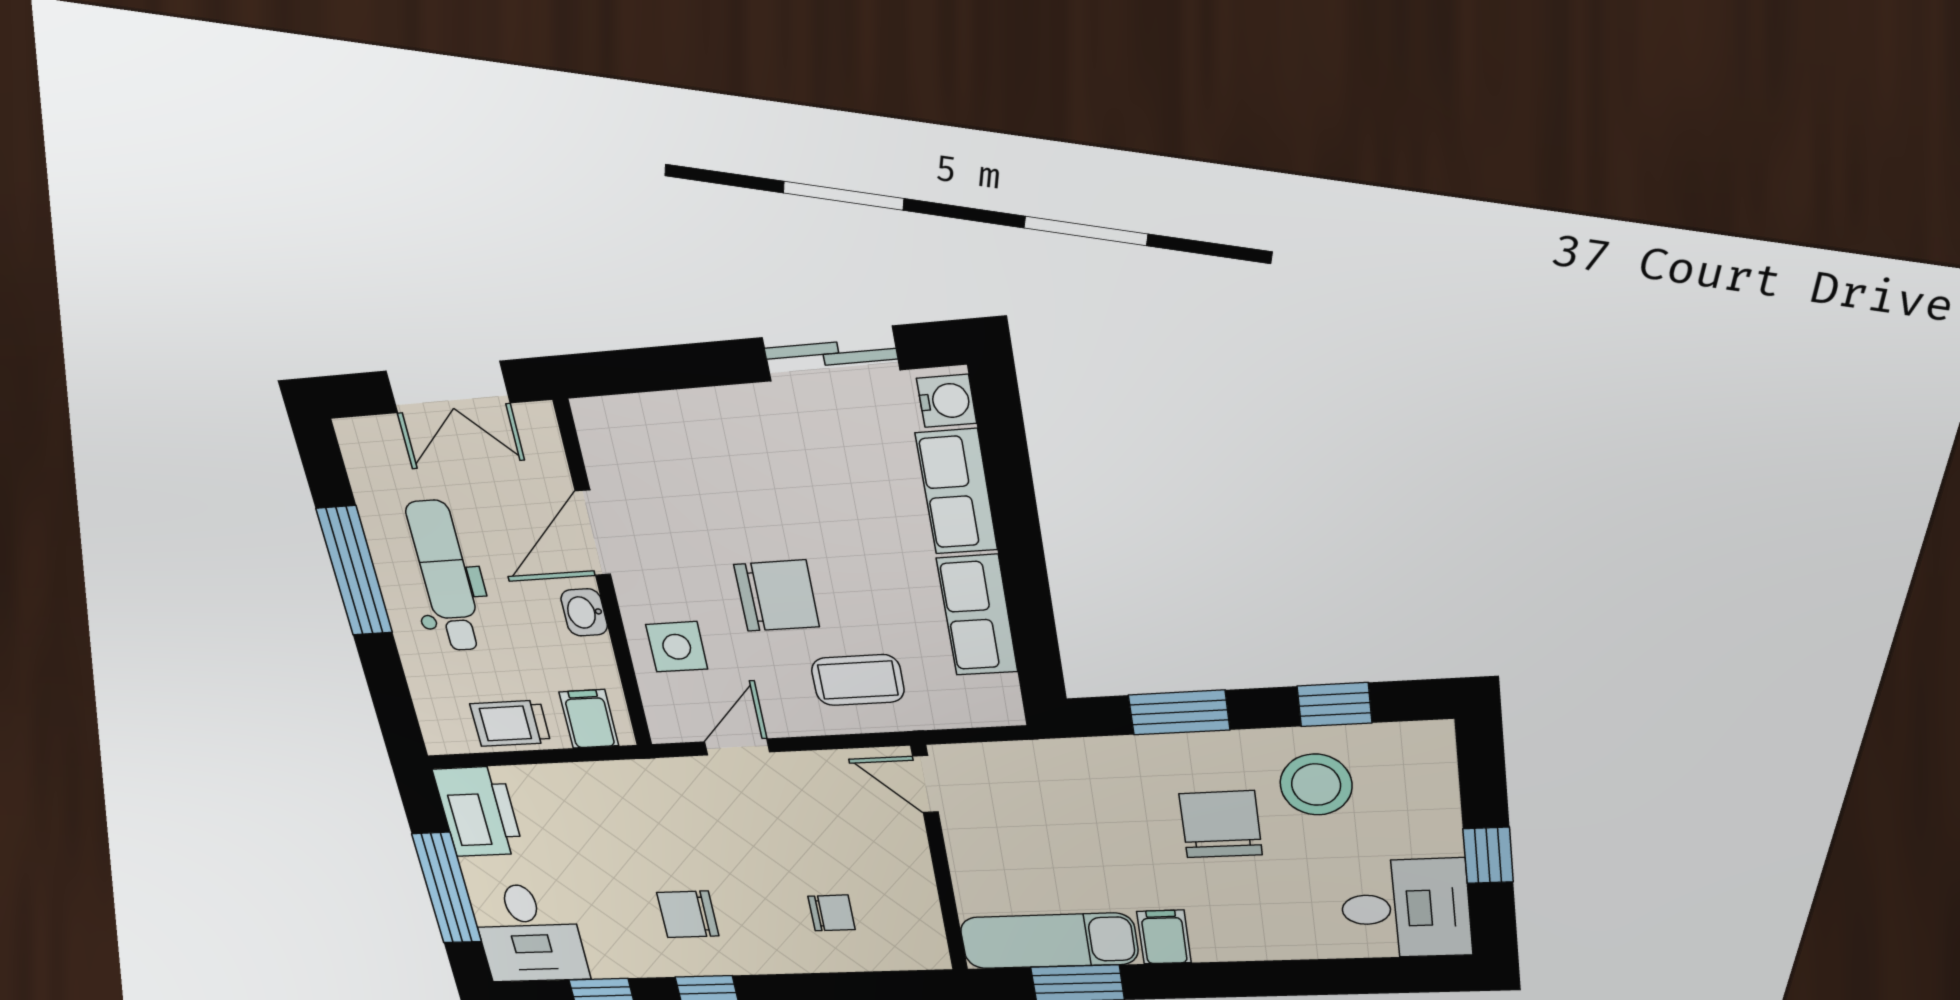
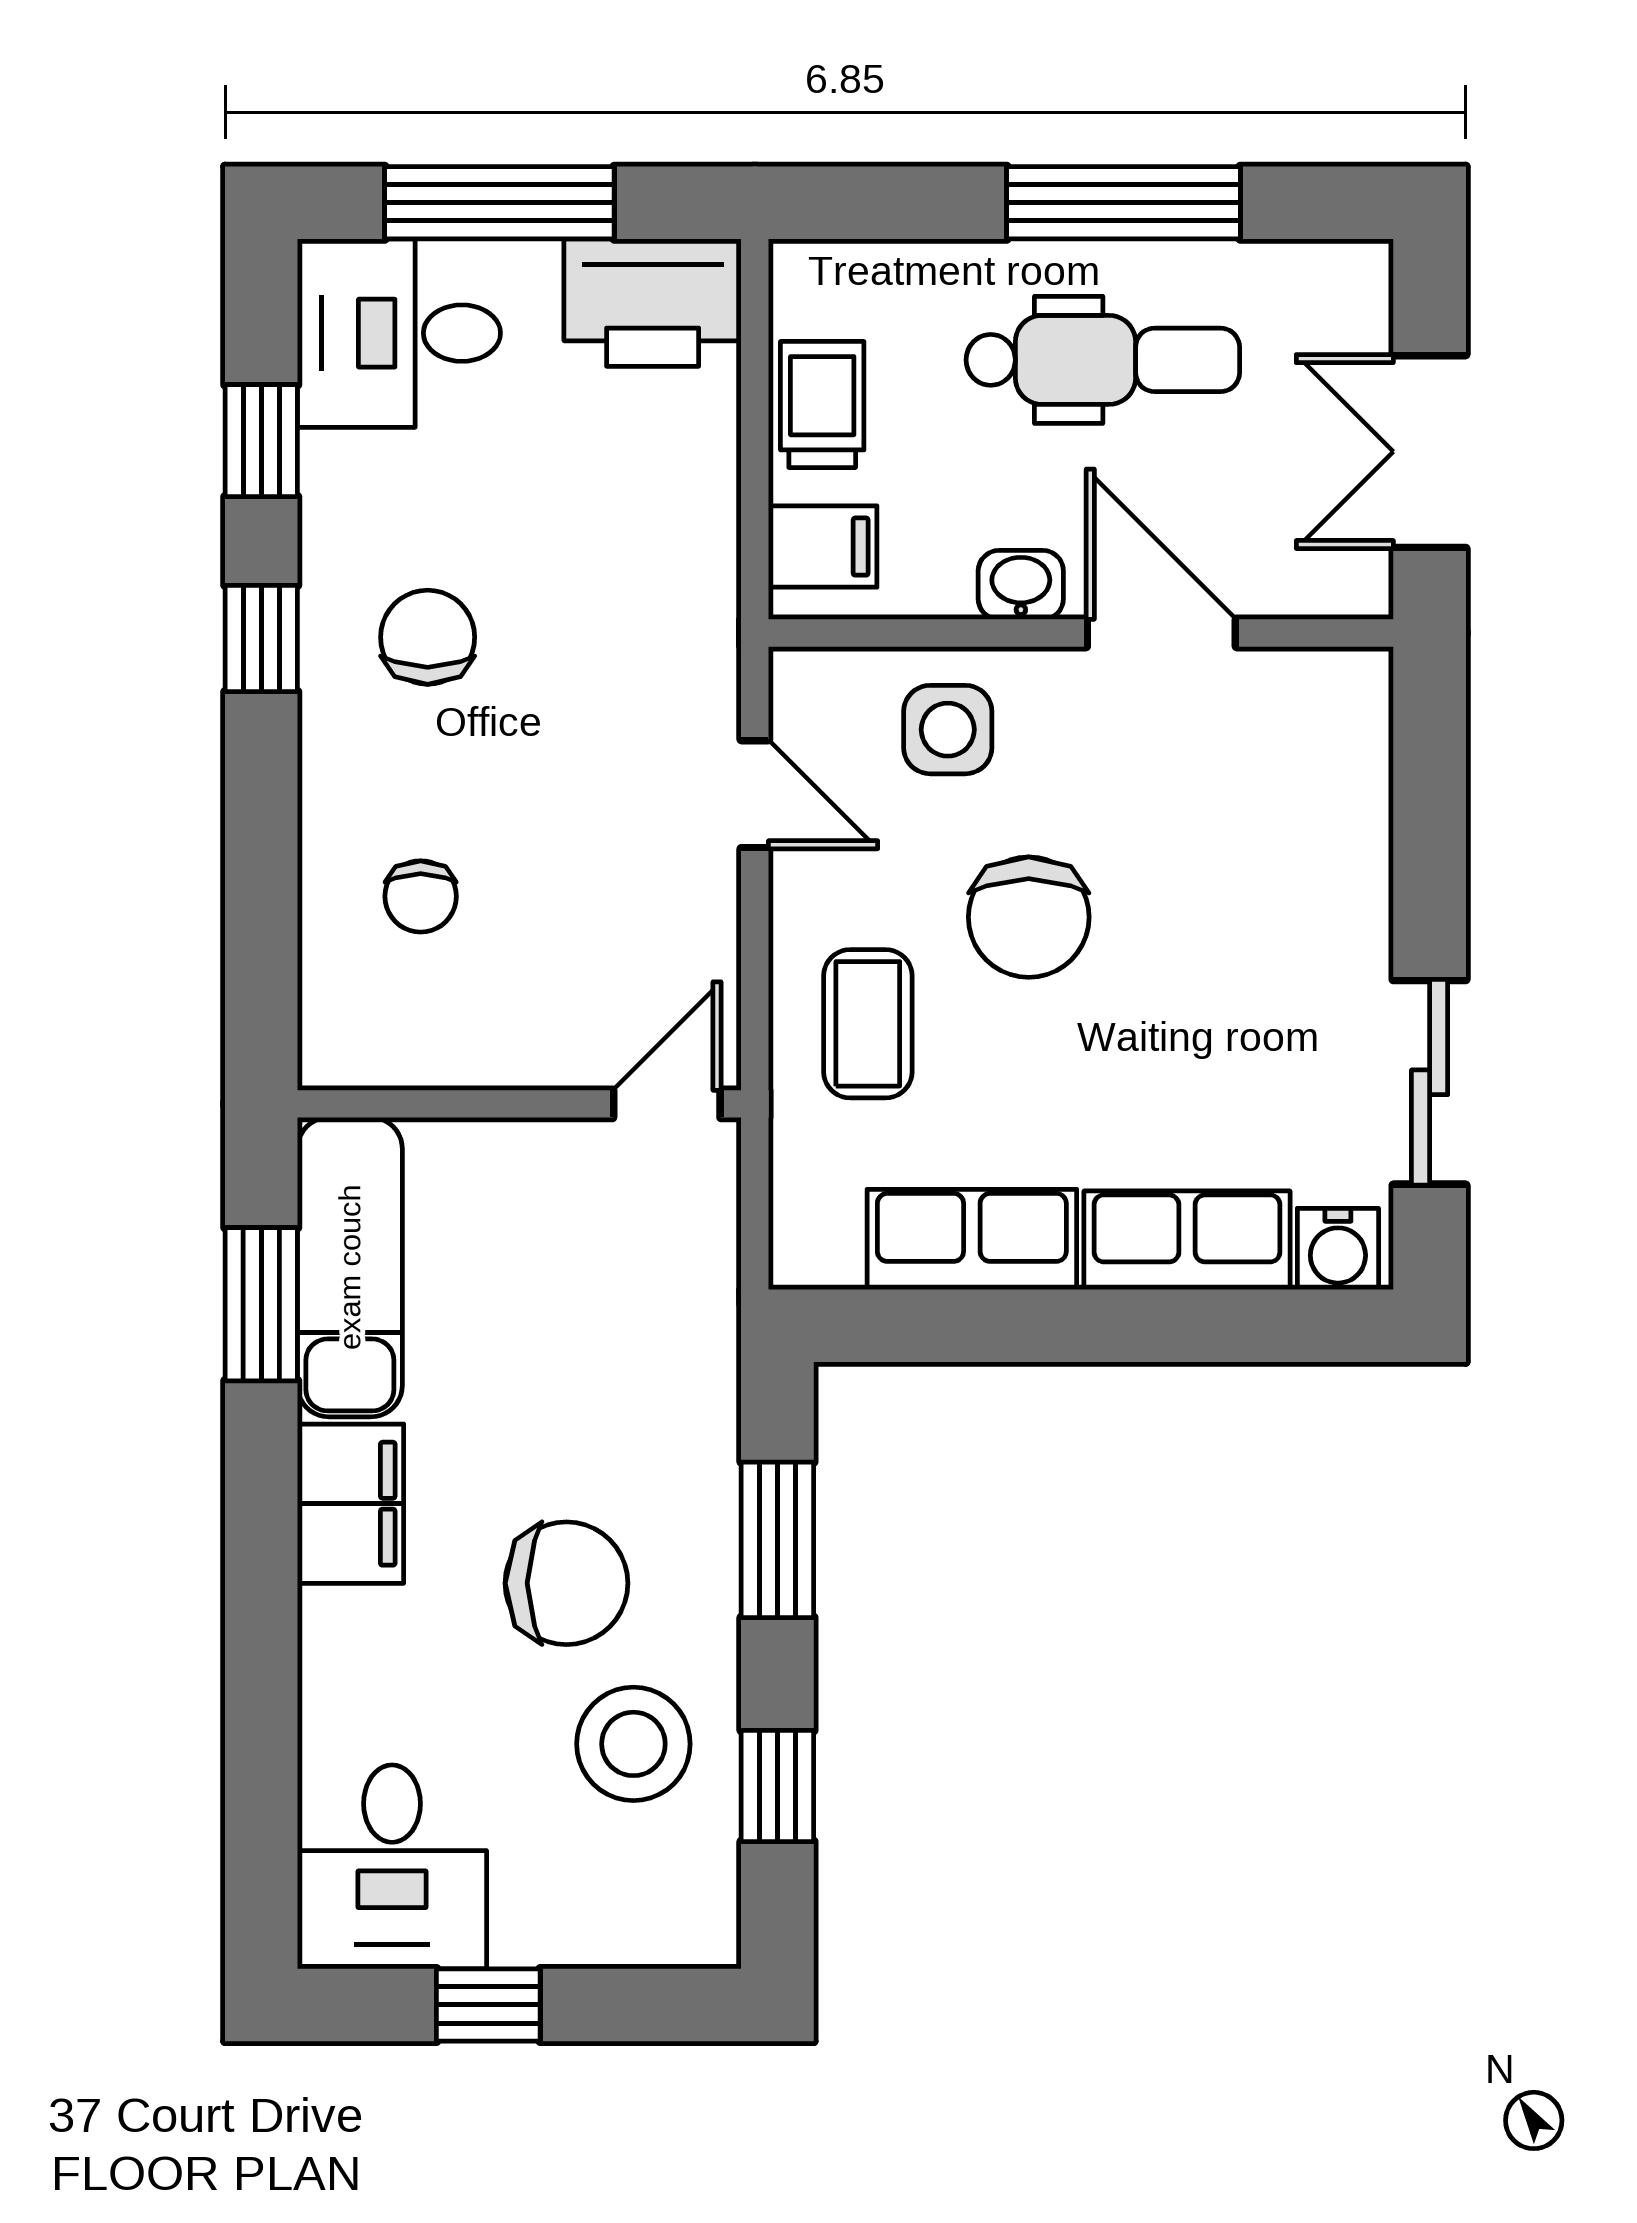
filing cabinet: (1164, 937) -> (351, 1504), width x2.00

